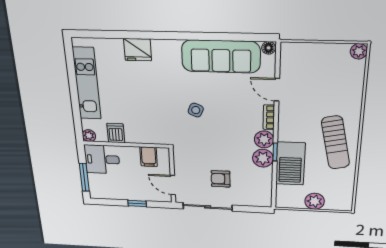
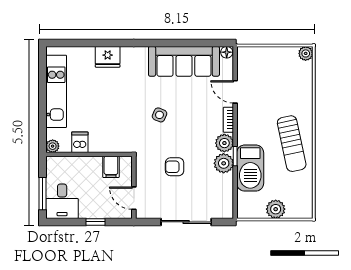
desk: (102, 159) -> (62, 201), moved, turned -90
armchair: (221, 179) -> (175, 167), moved
sliding door: (208, 207) -> (186, 222), moved

